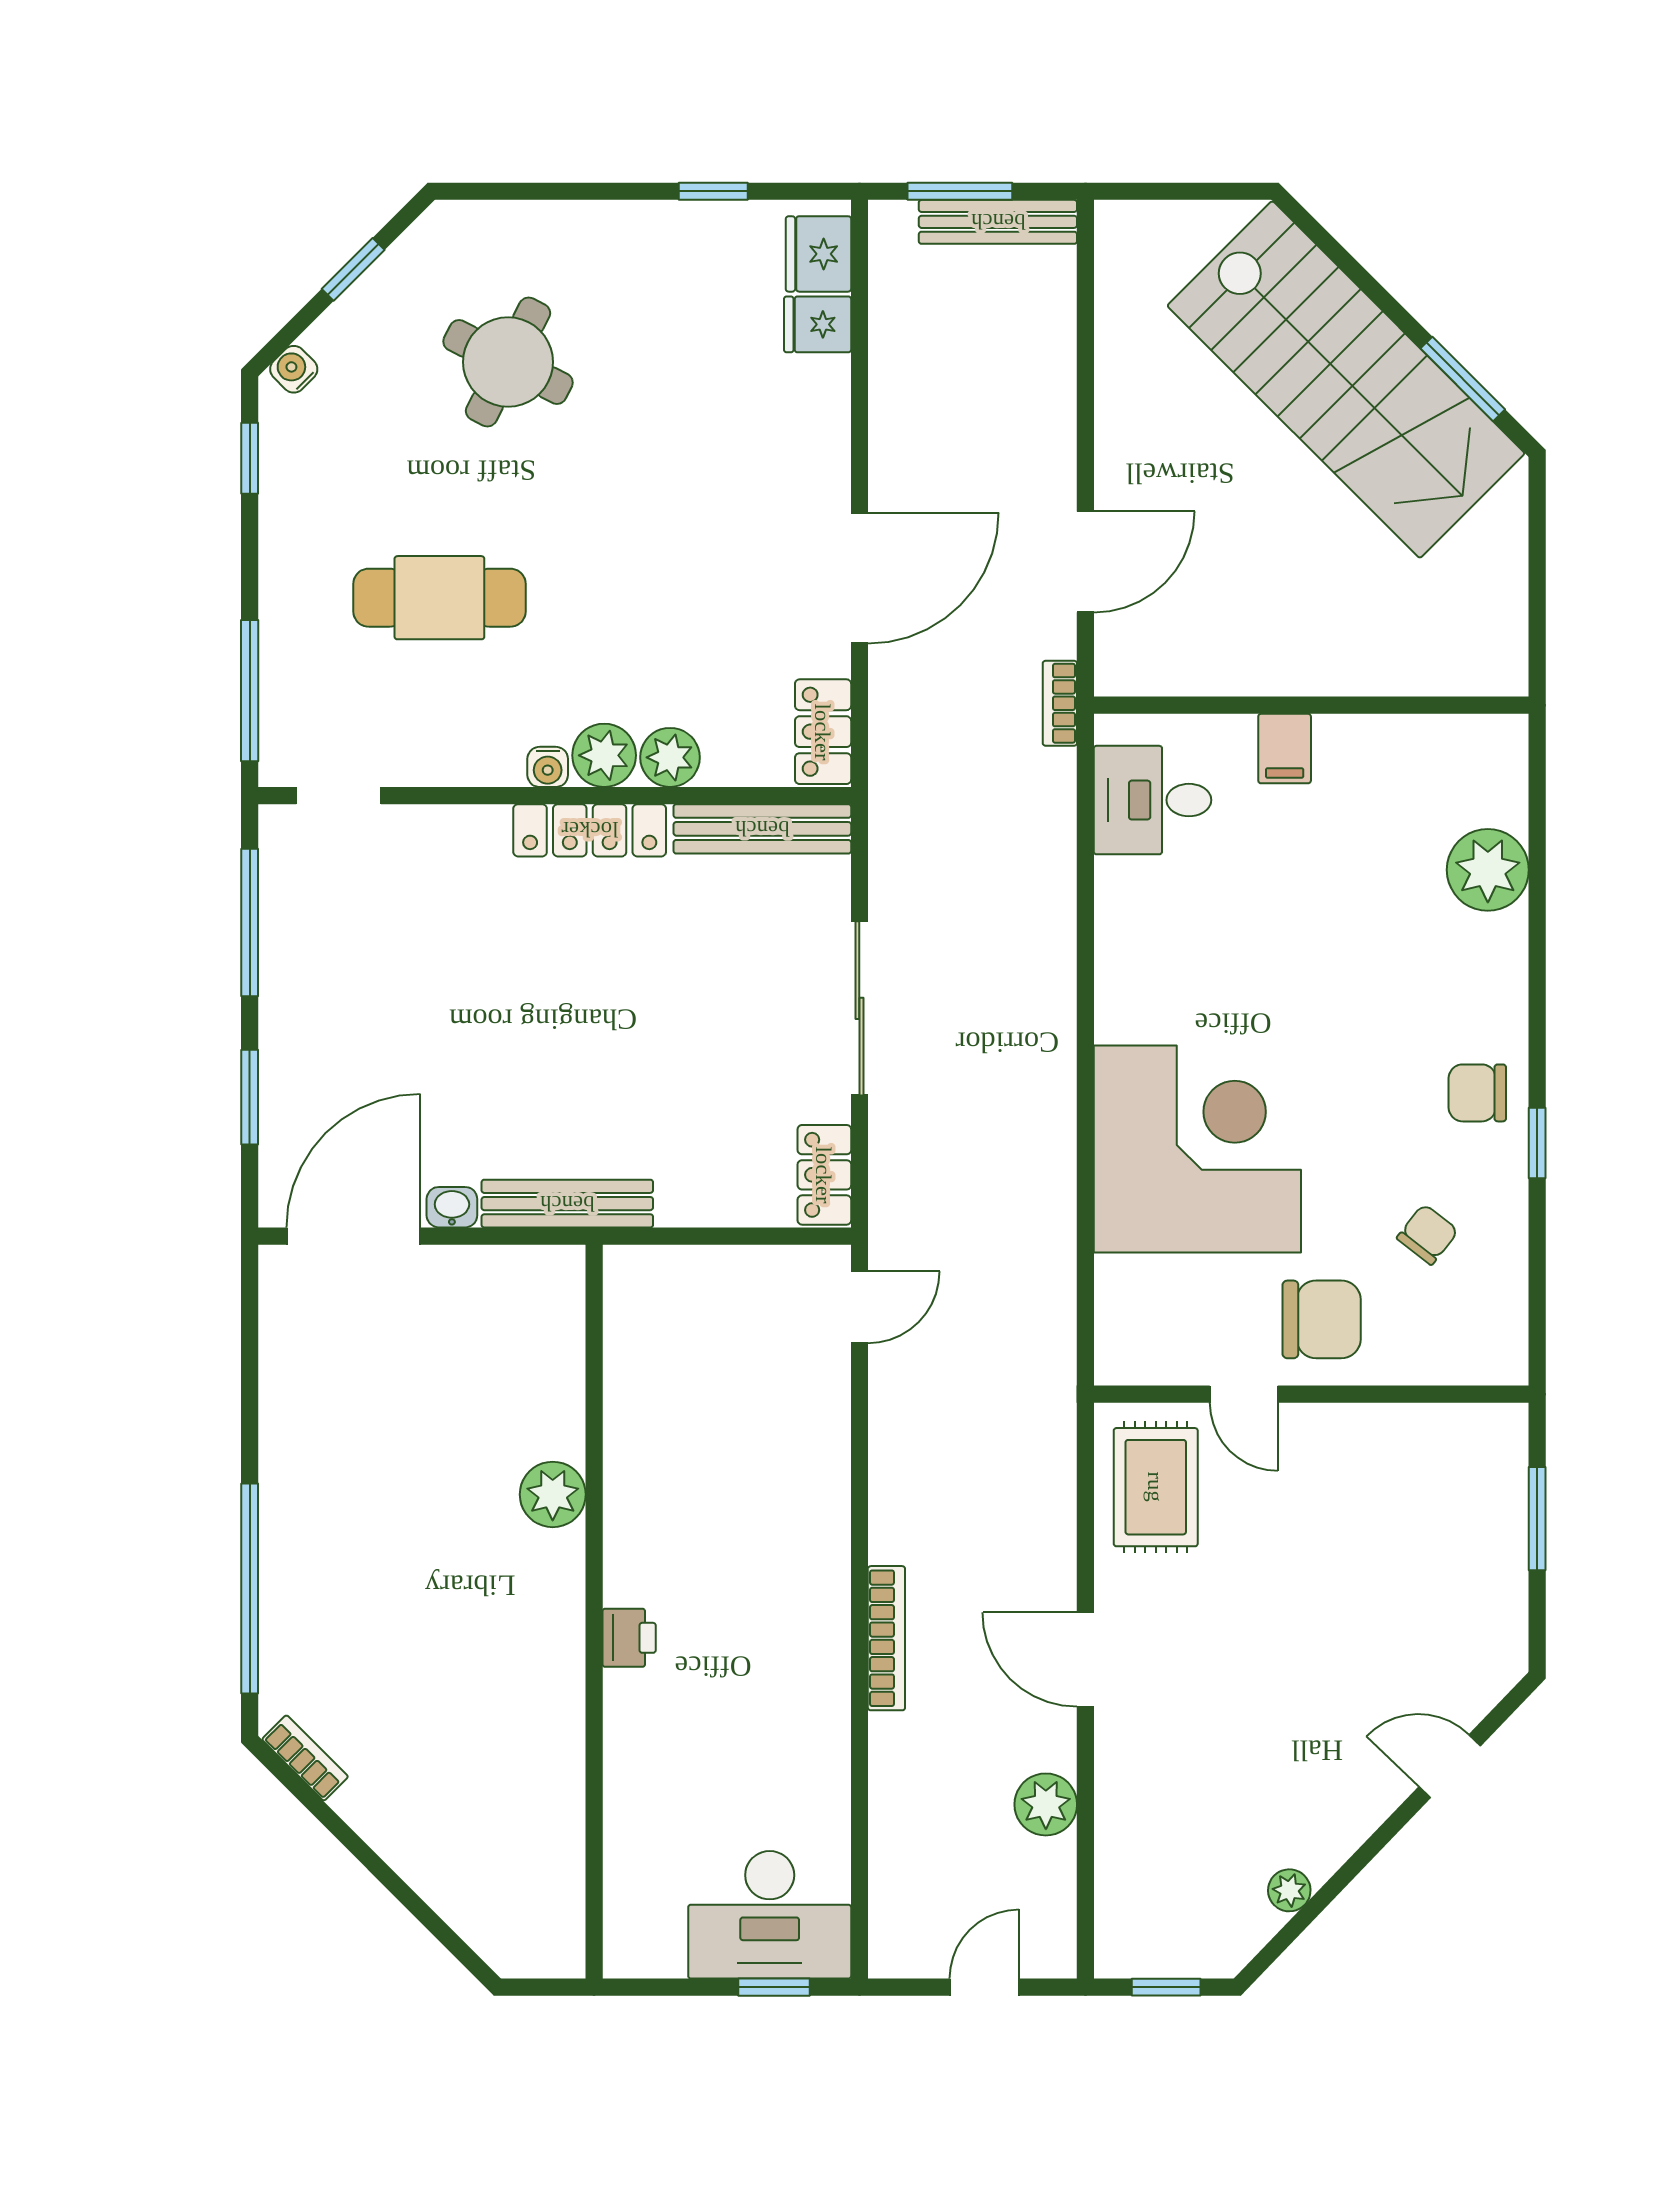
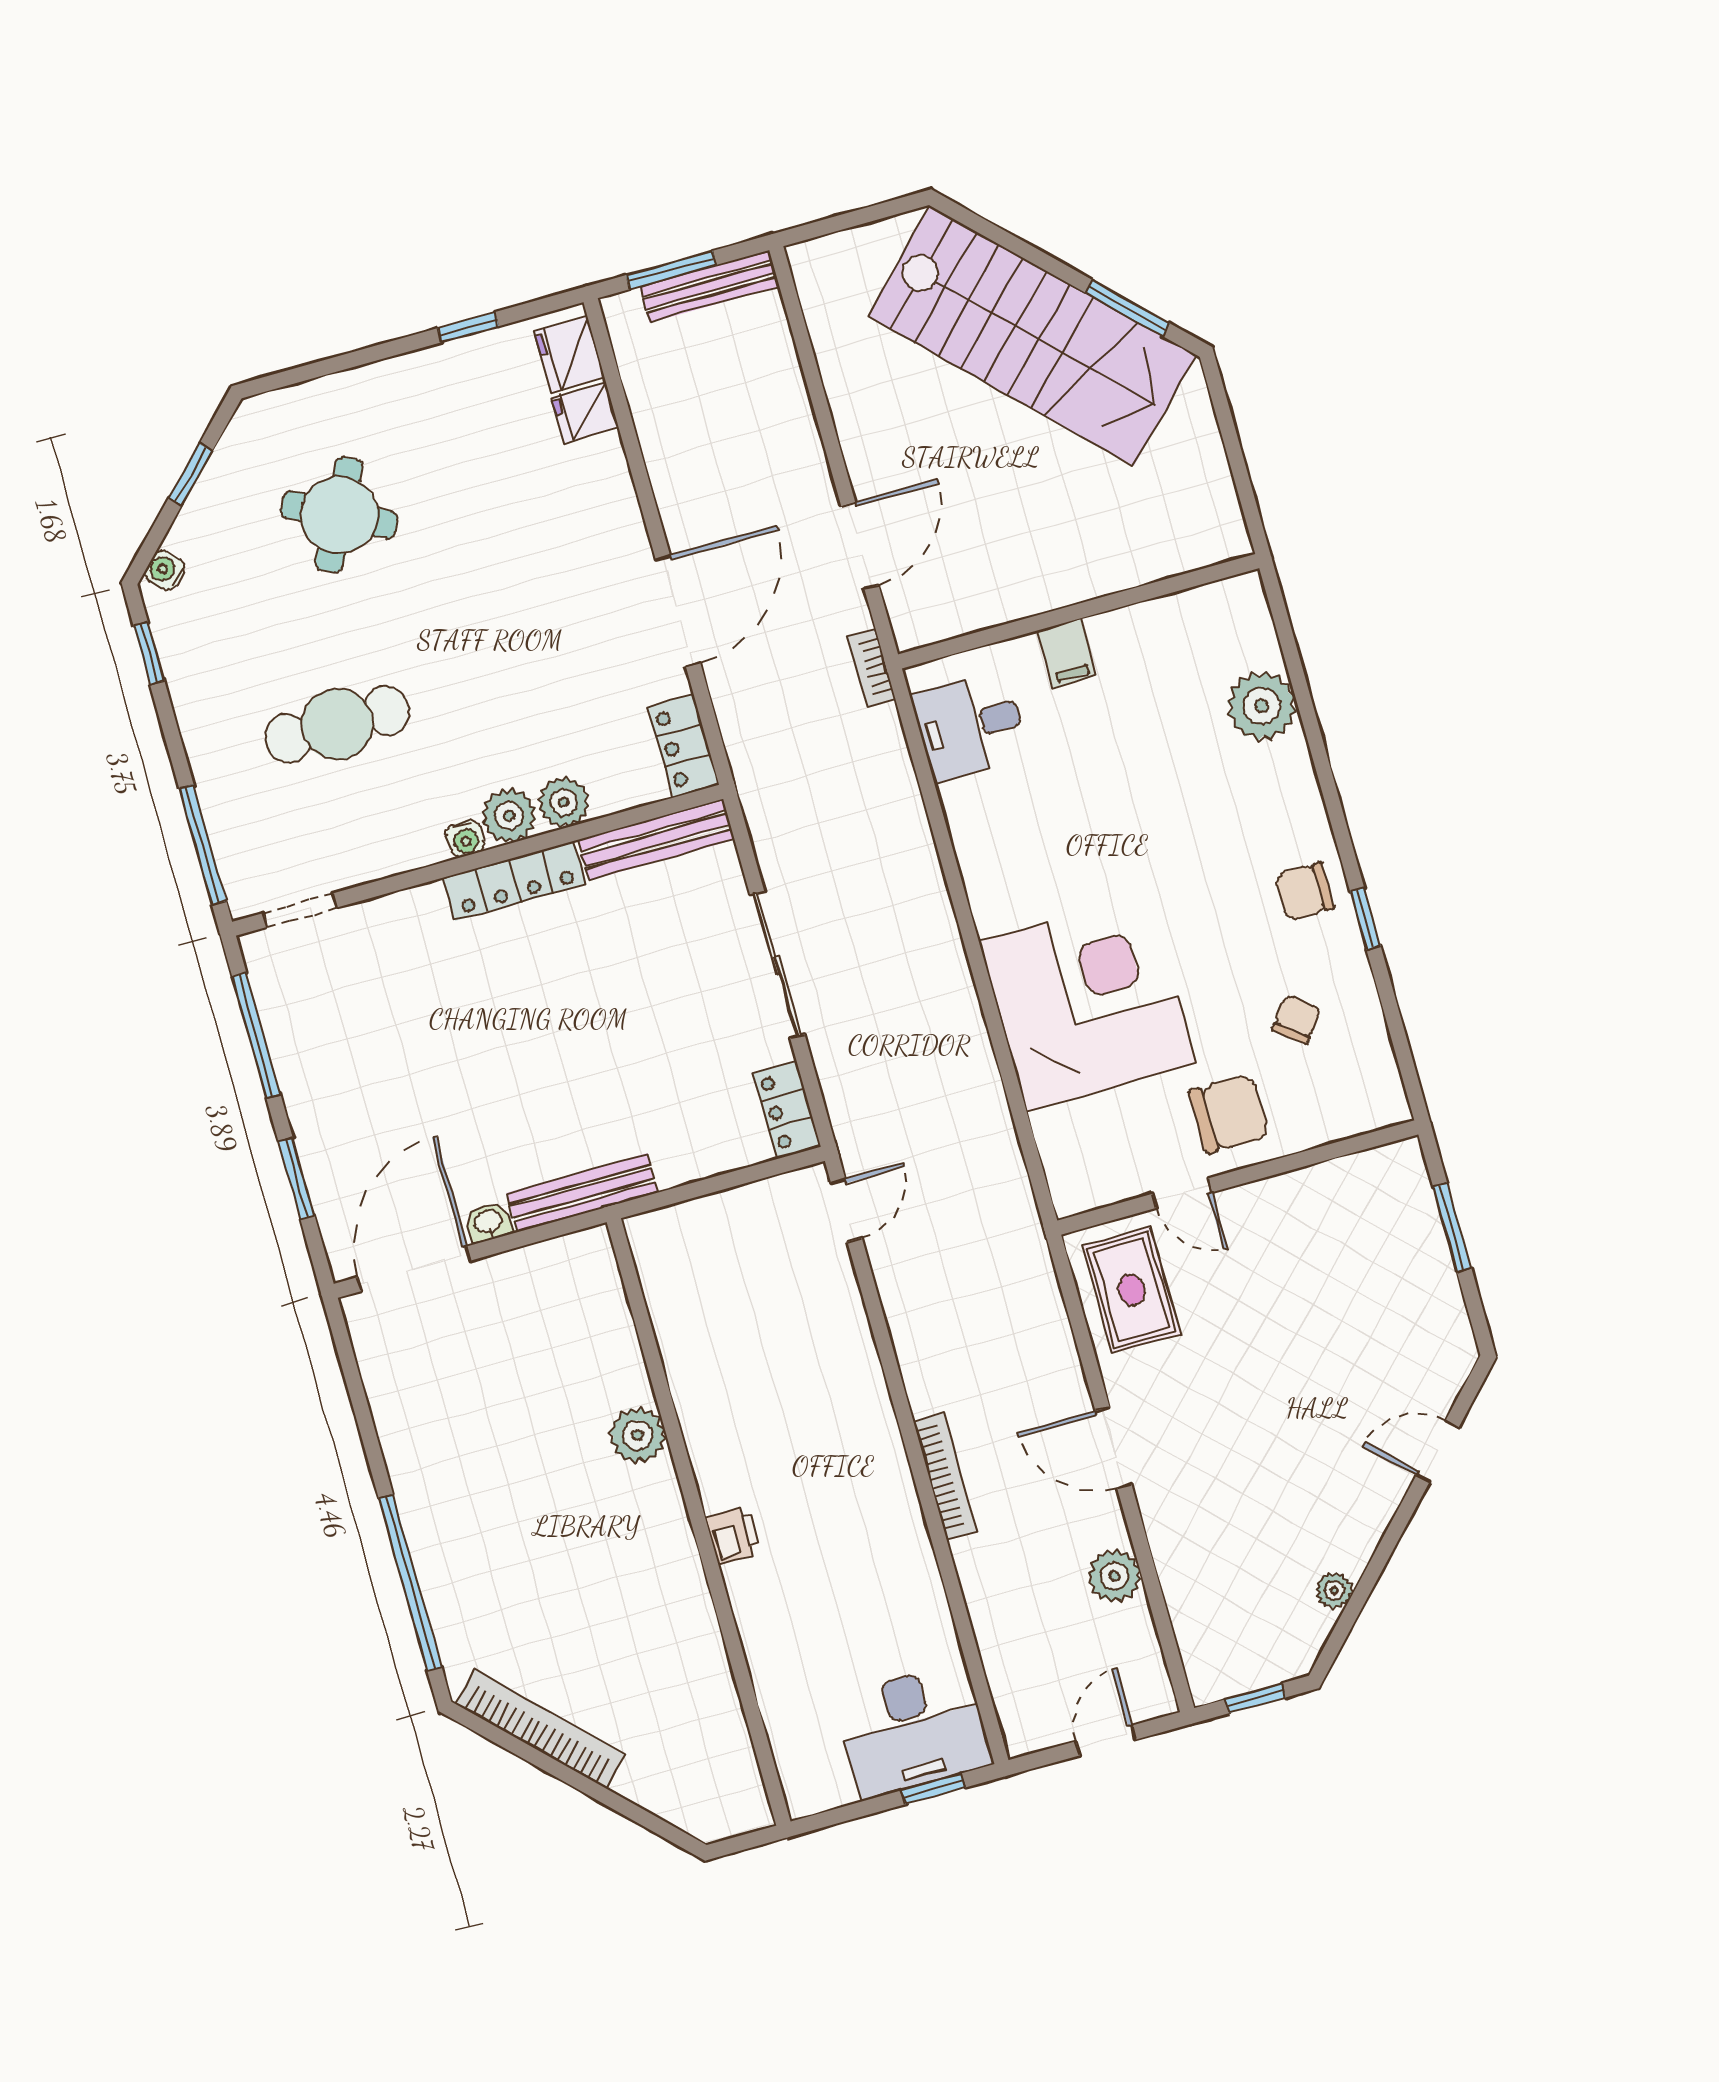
bookcase: (305, 1758) -> (540, 1729), width x2.31, depth x1.31

